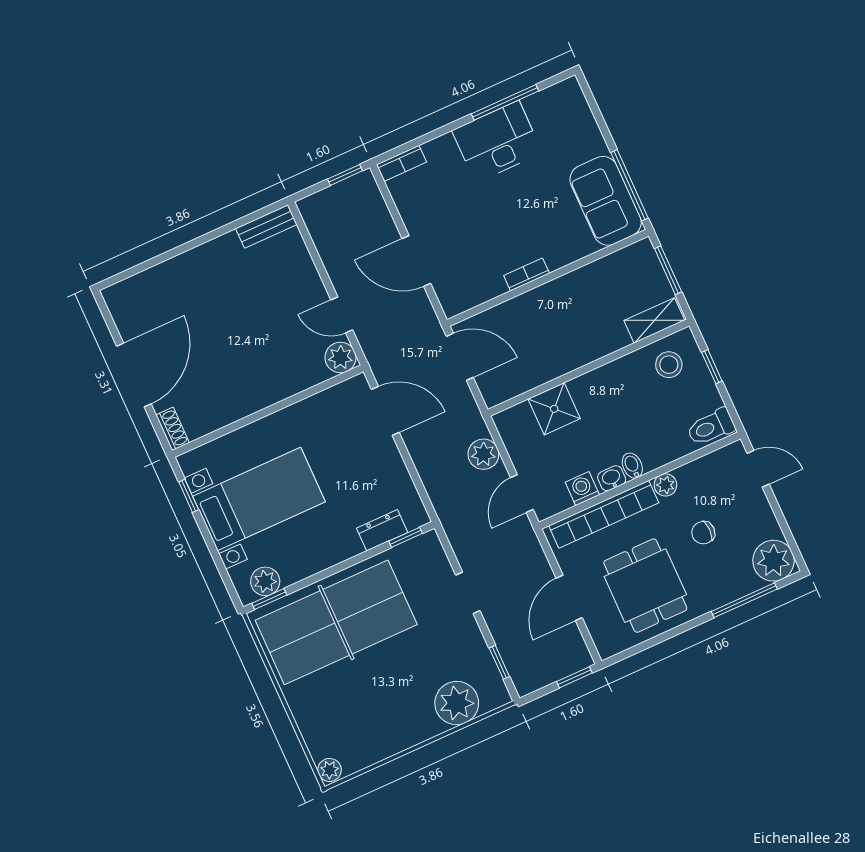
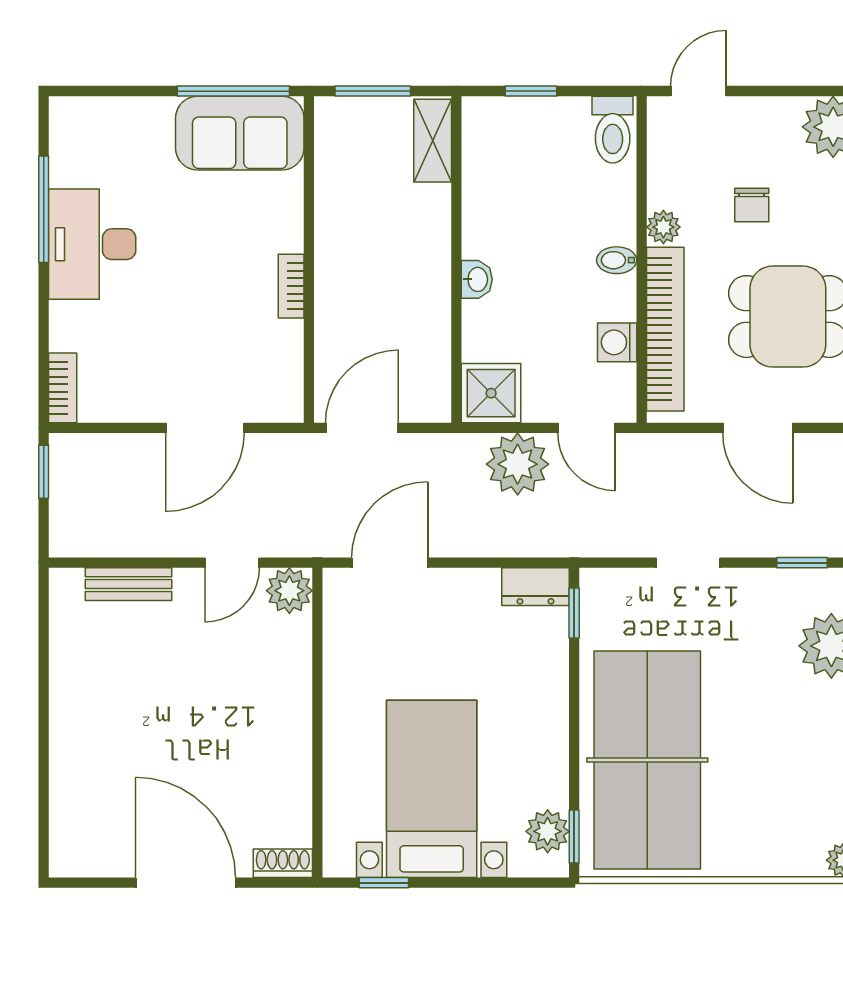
bench: (266, 226) -> (129, 584), moved, turned 90
stool: (669, 365) -> (502, 148), removed
shower: (554, 409) -> (491, 393), moved
plant: (483, 454) -> (518, 464), width x1.36, depth x1.36
washbasin: (612, 478) -> (477, 279), moved, turned 180
dresser: (382, 530) -> (535, 587), moved, turned -90

